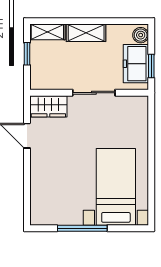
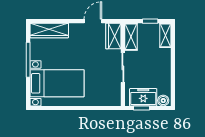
shelving: (86, 33) -> (131, 37), moved
wardrobe: (40, 198) -> (49, 30), added

